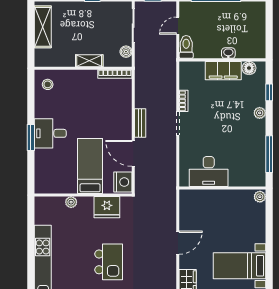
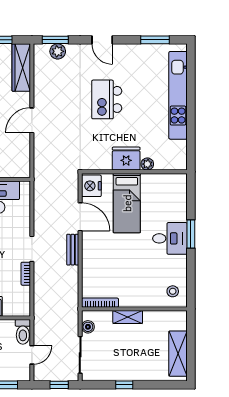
fridge: (107, 207) -> (126, 159), moved

